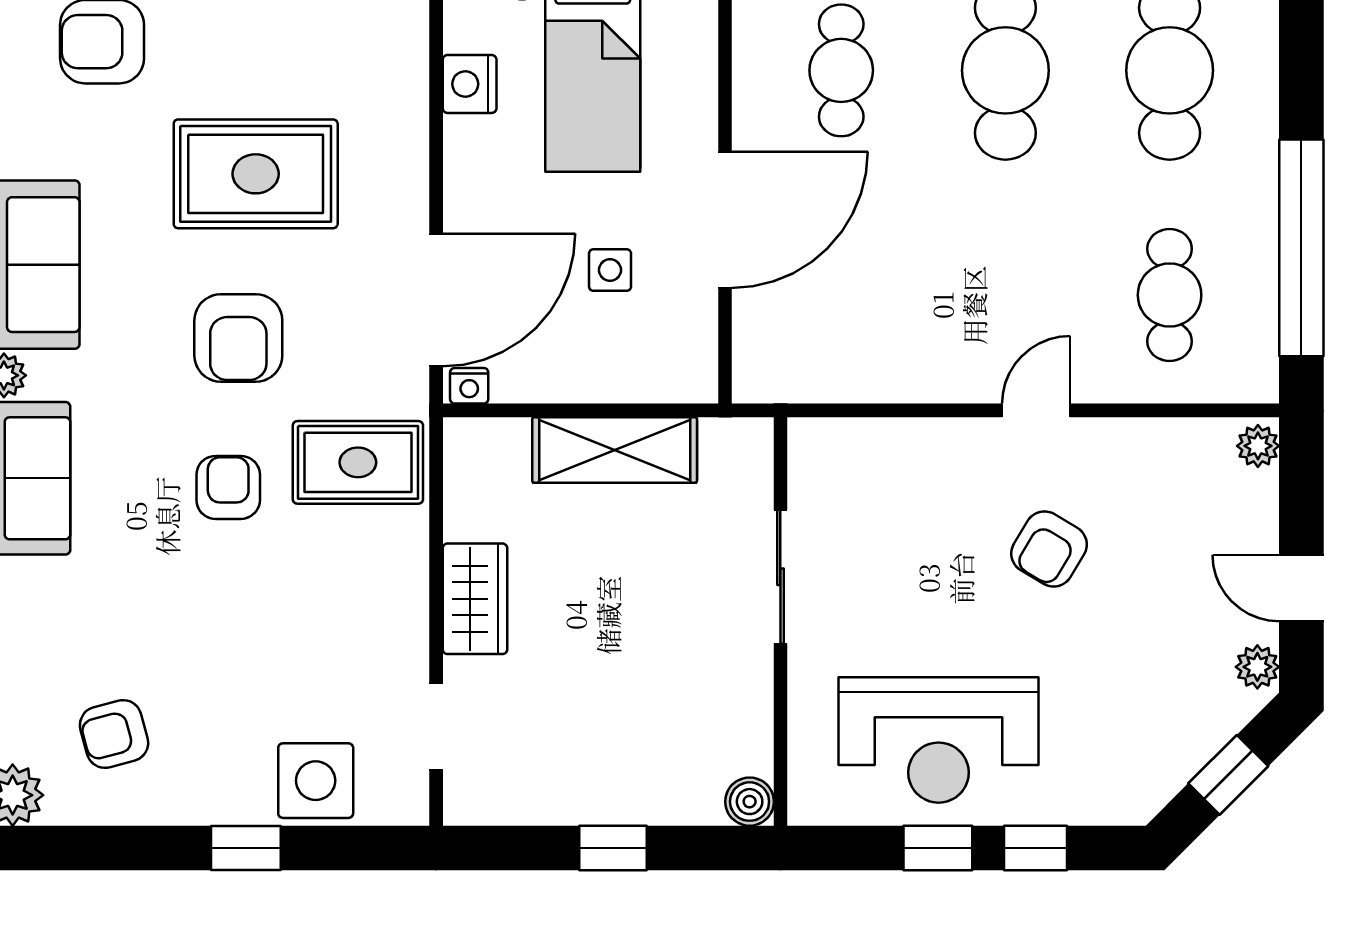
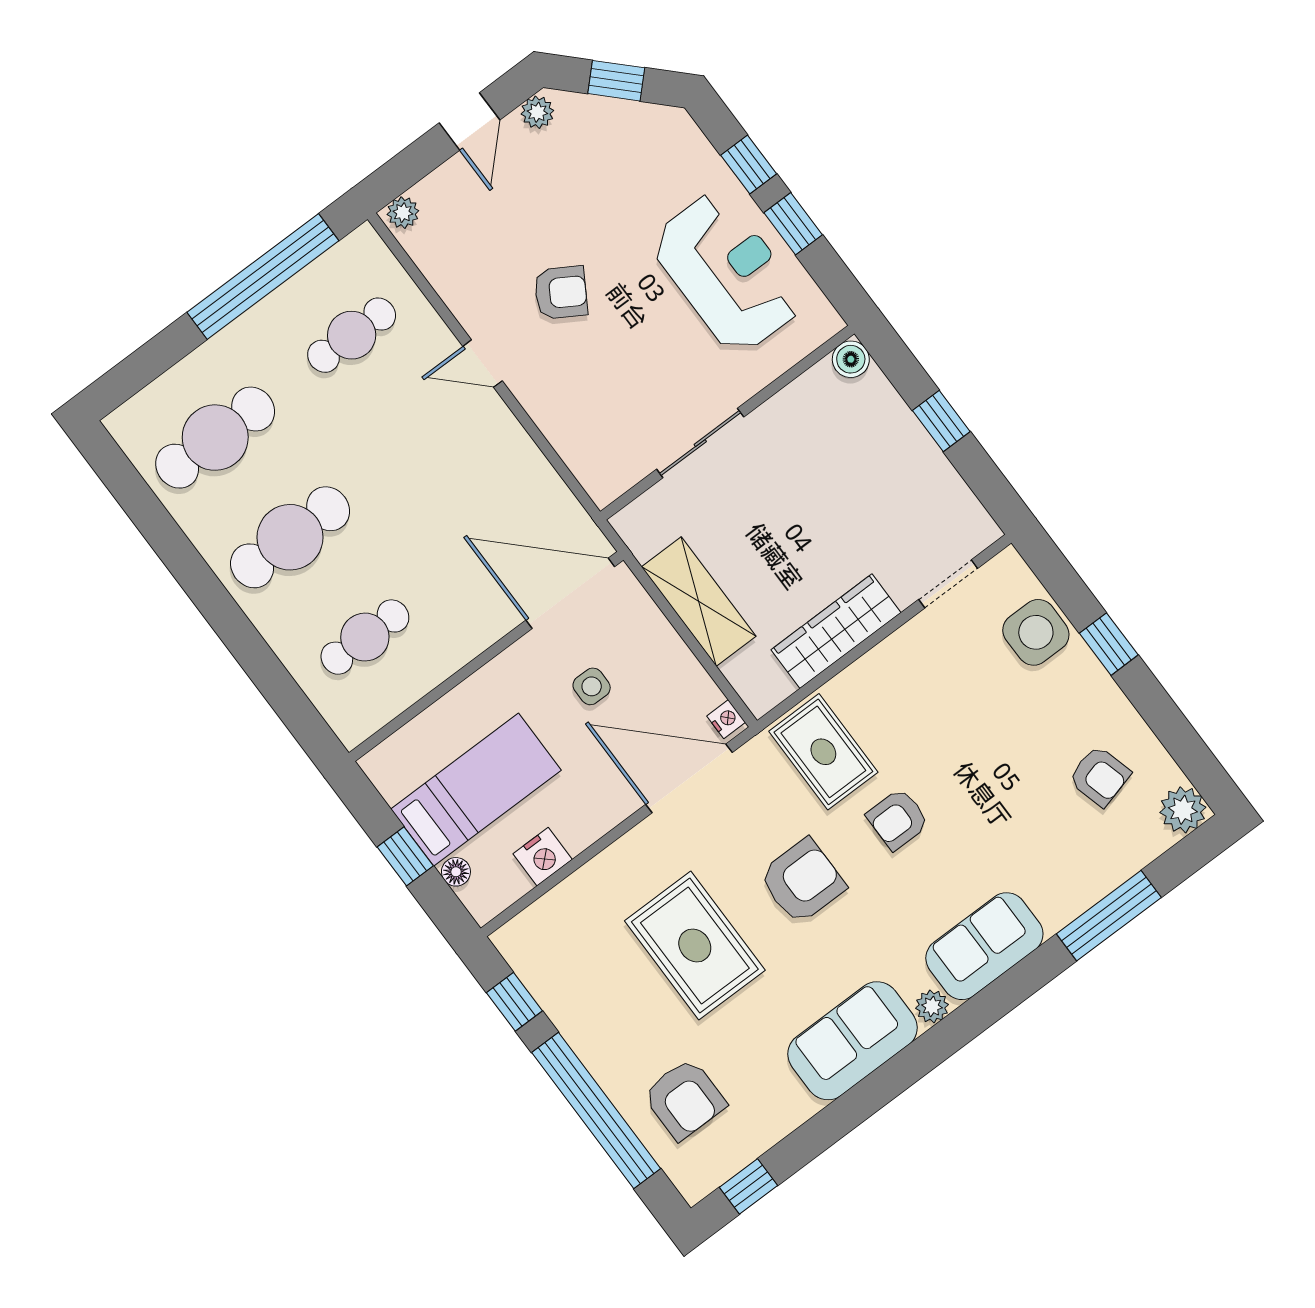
door: (725, 220) -> (570, 593), moved
wardrobe: (475, 599) -> (836, 631), width x1.50

